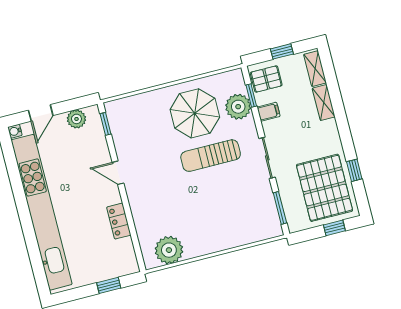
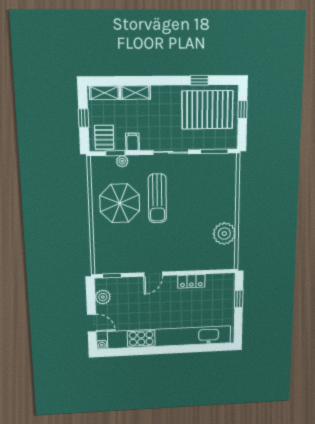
plant: (238, 107) -> (122, 161), width x0.53, depth x0.53
plant: (169, 250) -> (224, 234), moved

